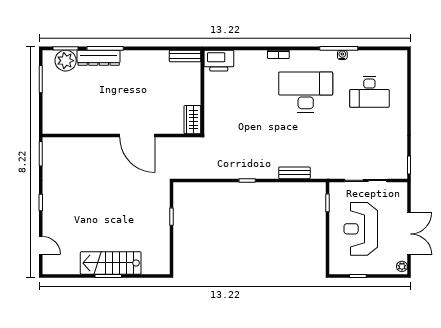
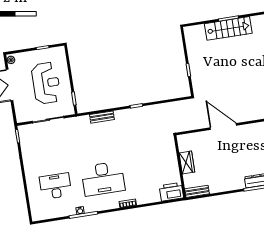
wardrobe: (192, 120) -> (187, 162), moved

